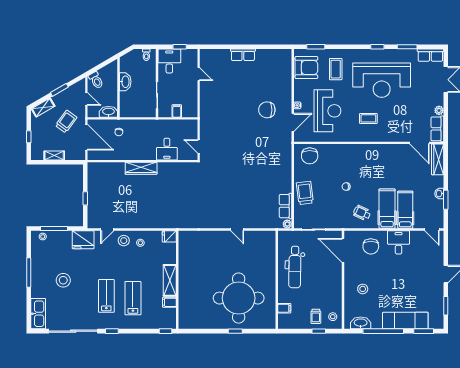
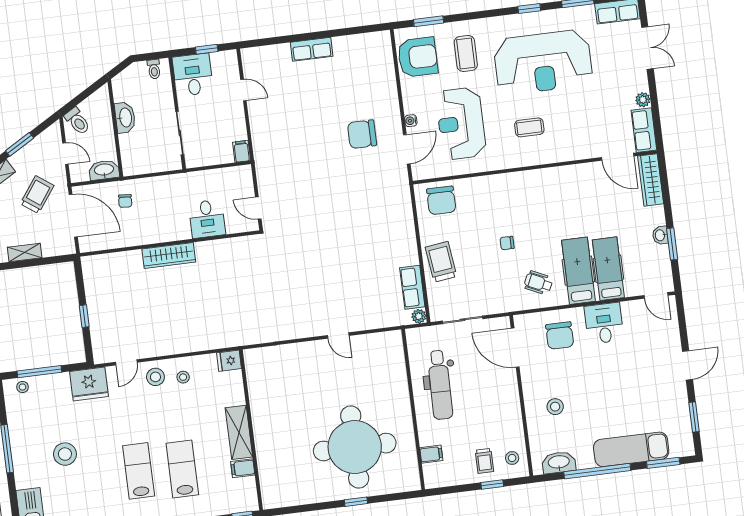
filing cabinet: (177, 111) -> (242, 151), moved
reception desk: (327, 111) -> (461, 123), turned 180

